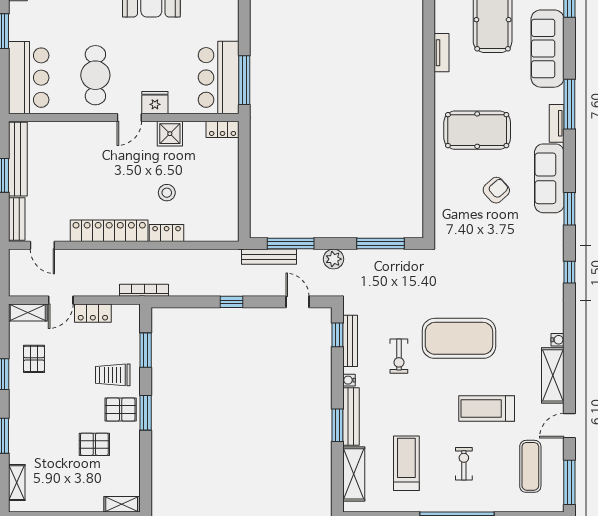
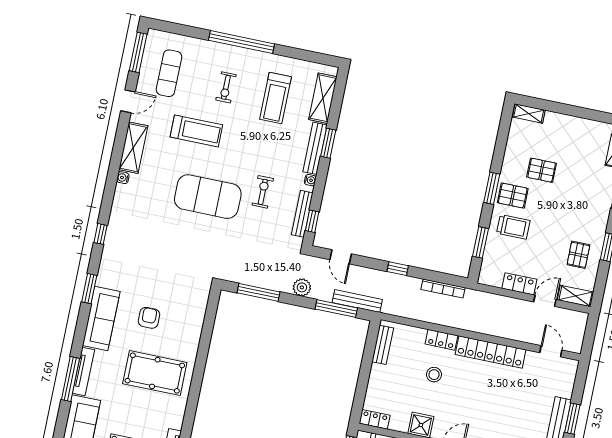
tv unit: (557, 123) -> (84, 371), width x1.41
armchair: (496, 190) -> (149, 318), turned 132
bench: (17, 219) -> (383, 345), moved
bookcase: (144, 290) -> (443, 289), moved

